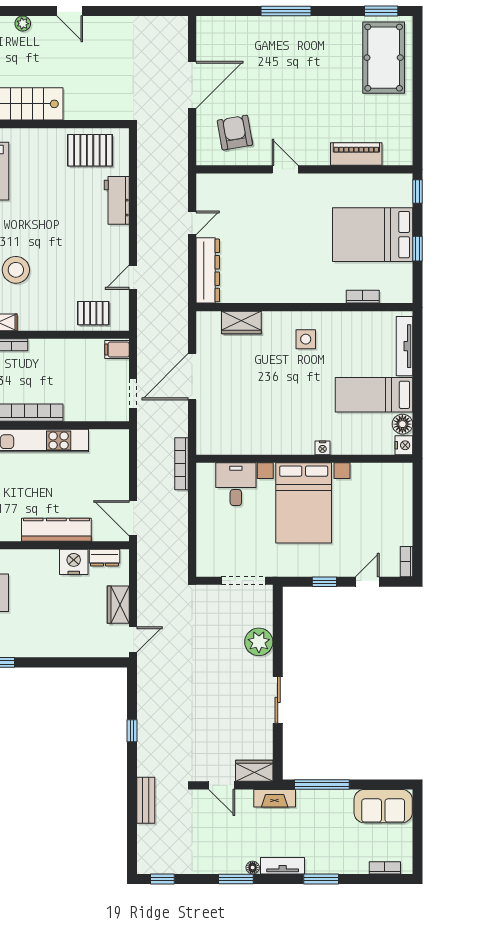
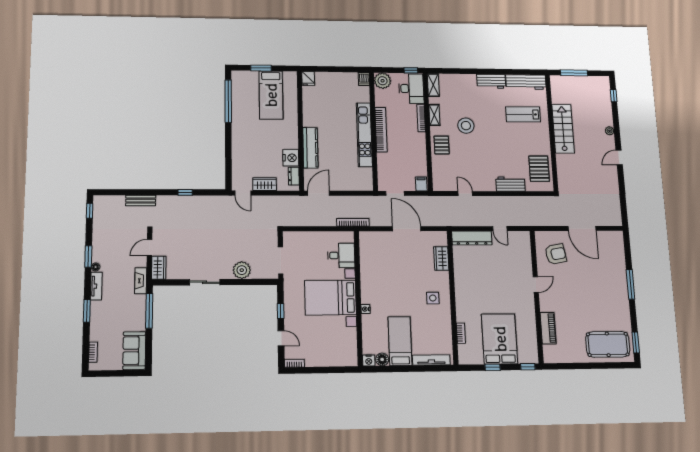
pallet: (93, 313) -> (442, 145), moved

